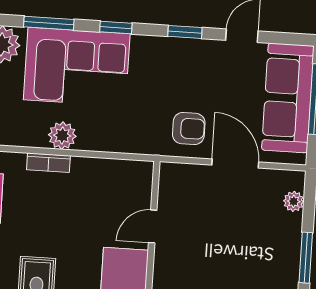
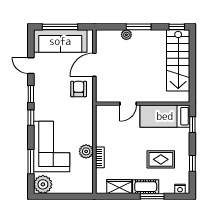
window: (116, 27) -> (31, 118), moved
plant: (294, 201) -> (126, 35), moved
door: (153, 226) -> (128, 104), hinge flipped

